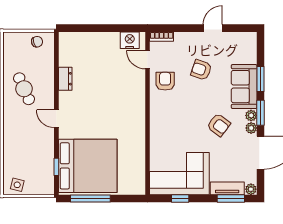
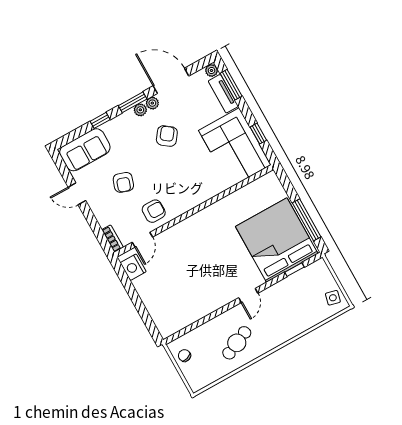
dresser: (65, 79) -> (205, 309), removed
window: (261, 79) -> (100, 120), width x0.67
armchair: (165, 81) -> (154, 211), turned 180
sofa: (244, 87) -> (85, 150), moved

